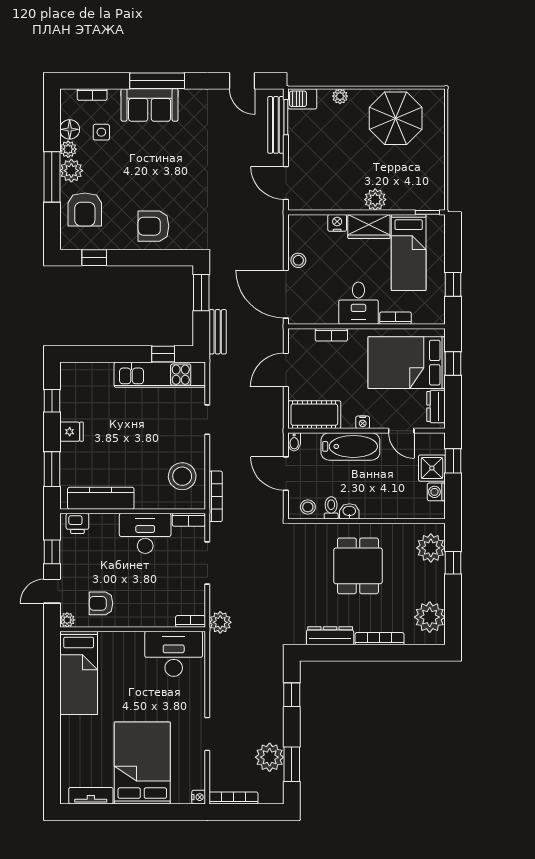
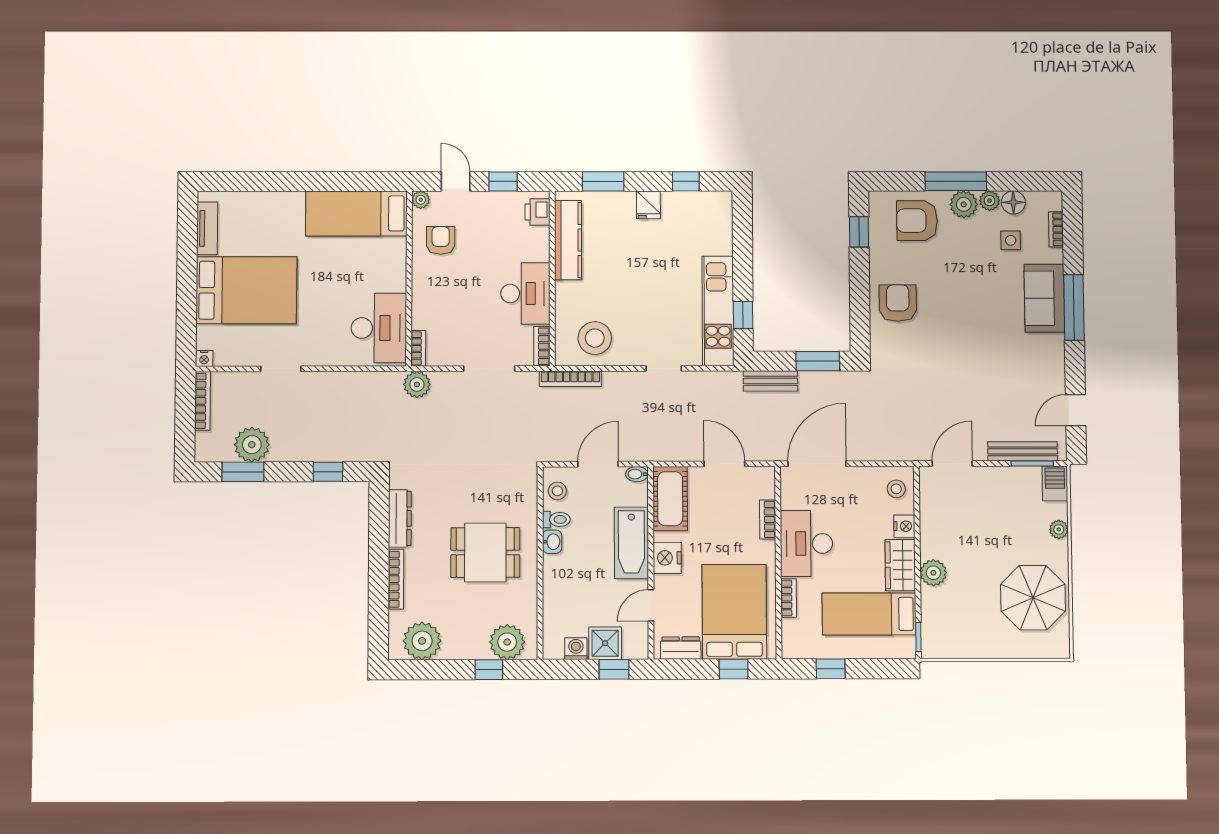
stool: (298, 260) -> (896, 489), moved
desk: (358, 303) -> (806, 543), width x1.37
nightstand: (363, 422) -> (667, 558), width x1.89, depth x1.79

